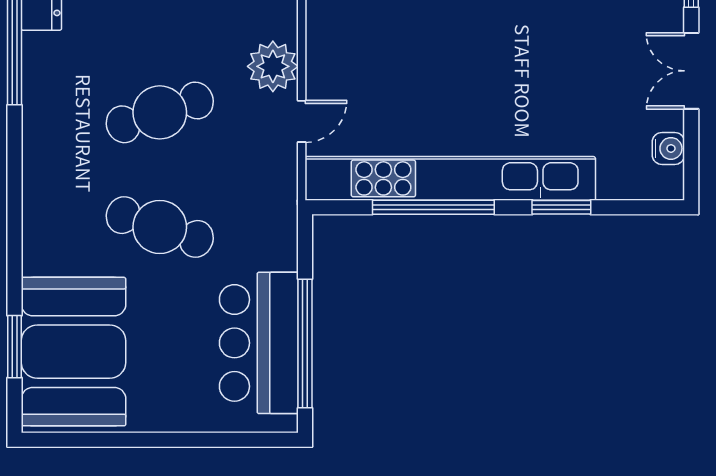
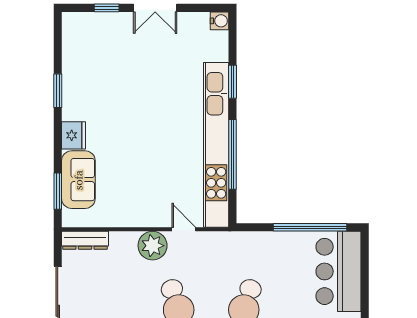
water cooler: (668, 148) -> (220, 21), moved, turned 90
bar counter: (259, 343) -> (338, 271), moved, turned 90

